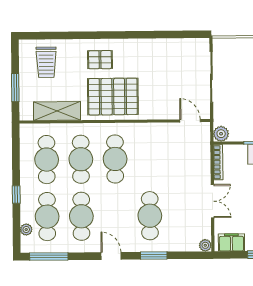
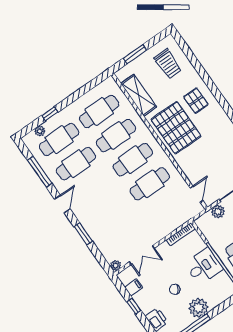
trolley: (46, 62) -> (168, 64), turned -90
plant: (221, 134) -> (218, 212), moved
window: (16, 194) -> (50, 114), moved
double door: (212, 201) -> (142, 255), moved
cafe table: (150, 216) -> (150, 184), moved
filing cabinet: (231, 242) -> (134, 287), width x0.50
window: (49, 256) -> (40, 172), moved

